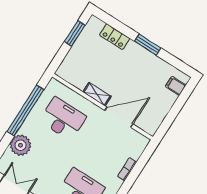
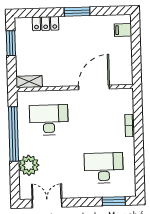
shelving: (97, 94) -> (29, 82), moved

